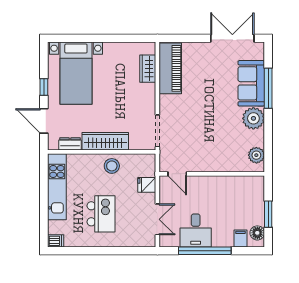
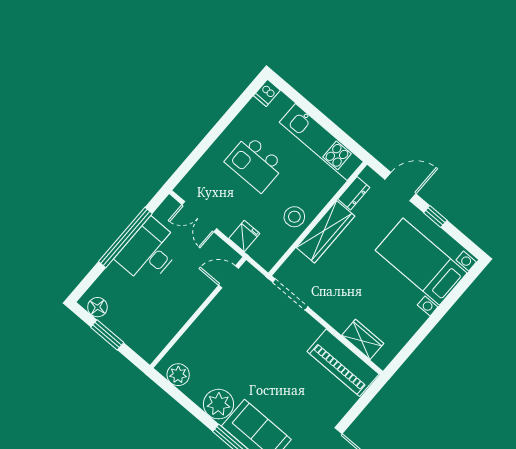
desk: (196, 230) -> (149, 252), width x1.37
filing cabinet: (240, 238) -> (107, 285), removed

